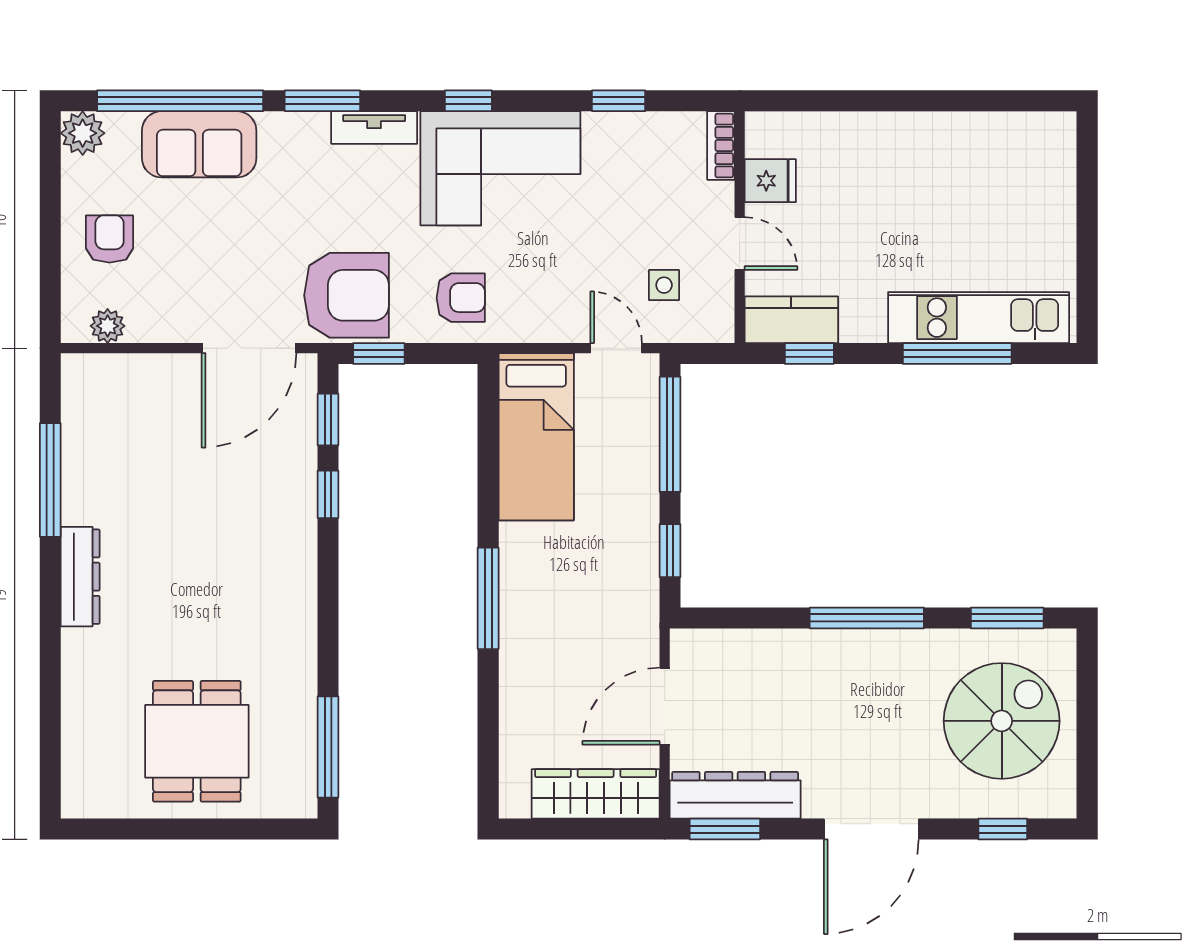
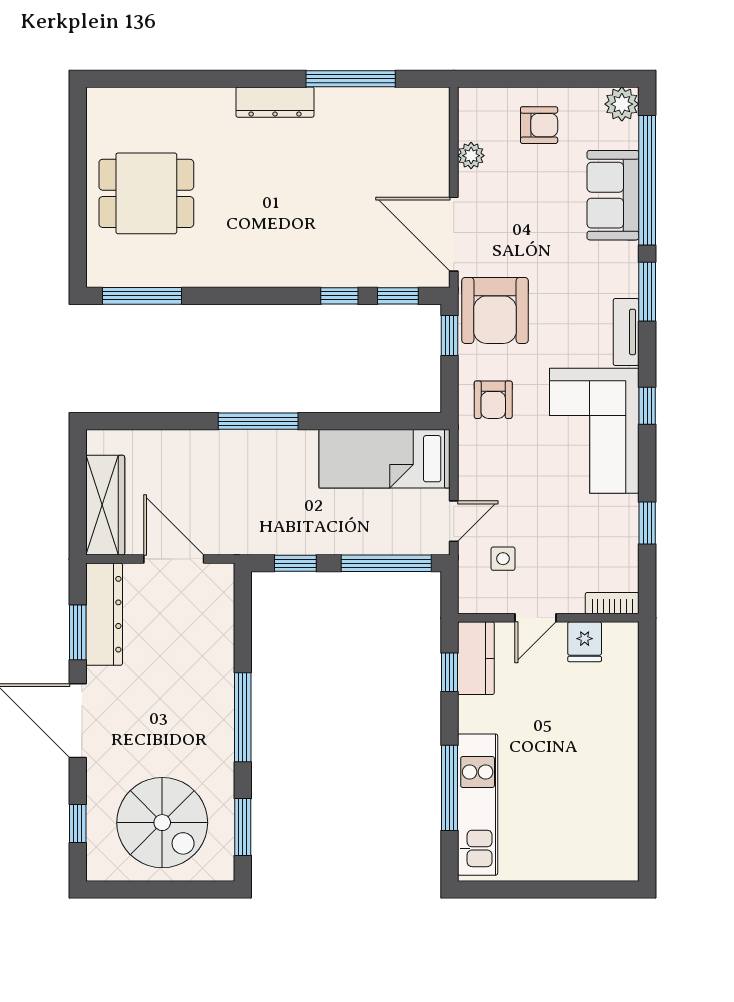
plant: (108, 326) -> (471, 156), moved
window: (725, 829) -> (78, 632), moved

